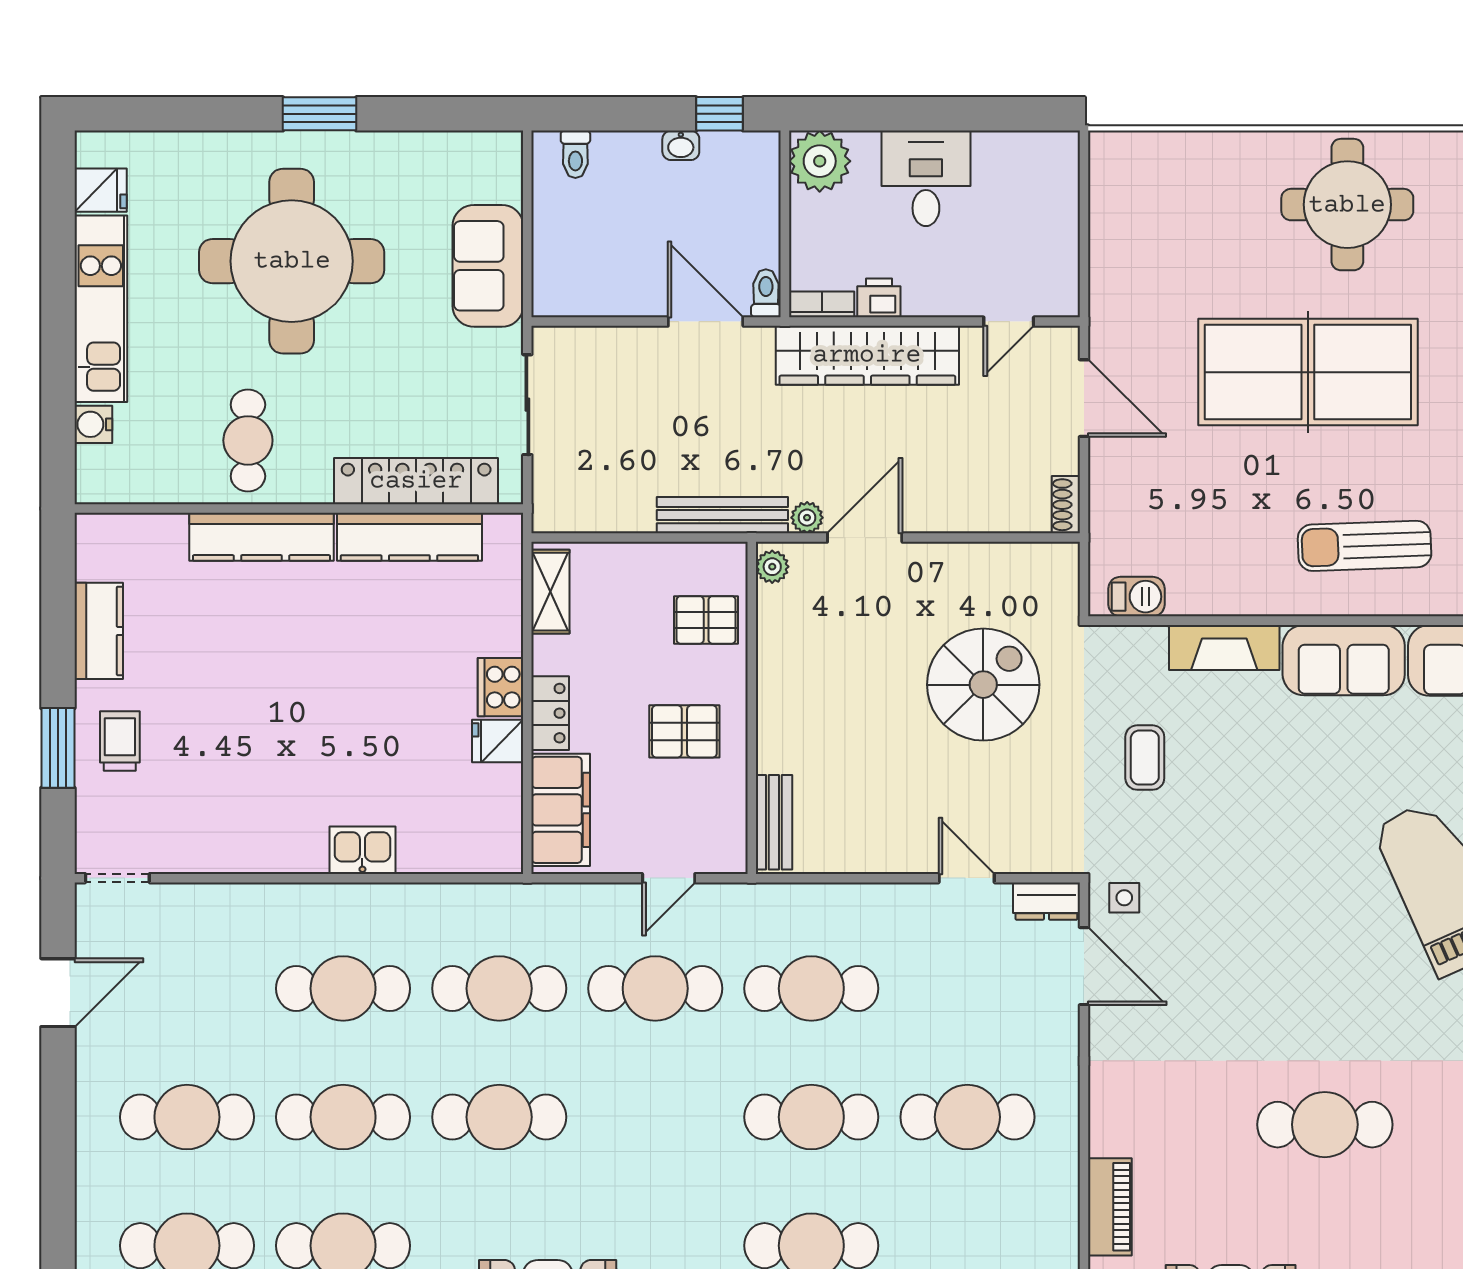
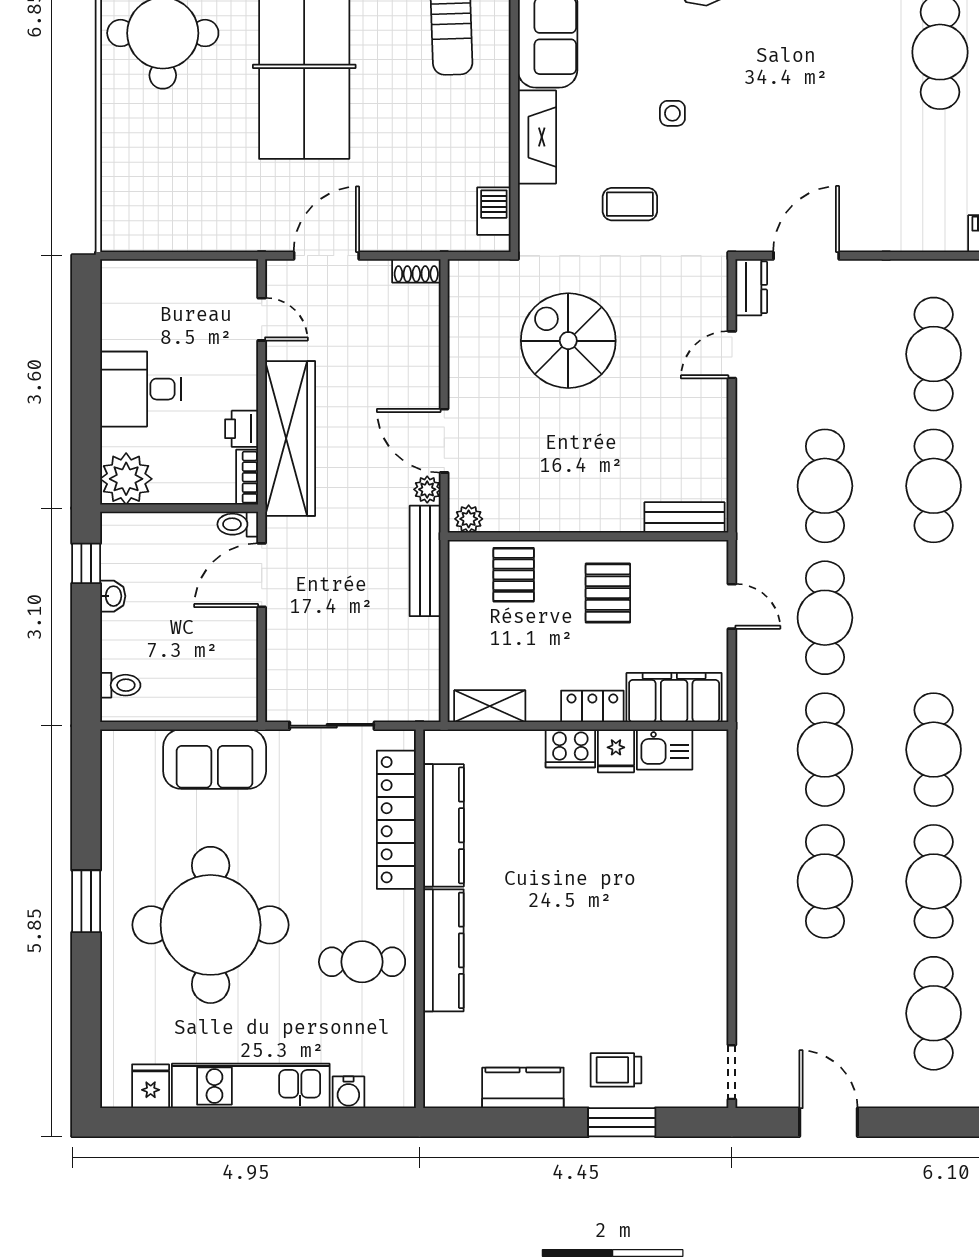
kitchen sink: (362, 850) -> (665, 749), moved, turned -90
side table: (1124, 898) -> (672, 113), moved

